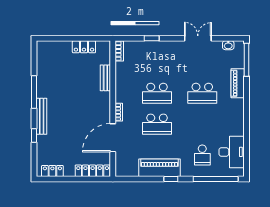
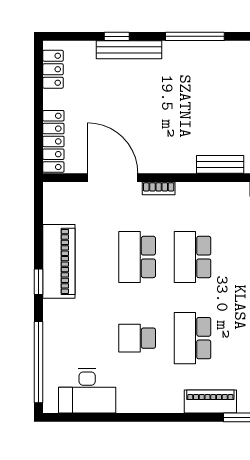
bench: (42, 116) -> (129, 50), moved
school desk: (202, 155) -> (137, 338), moved

